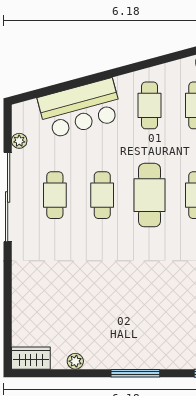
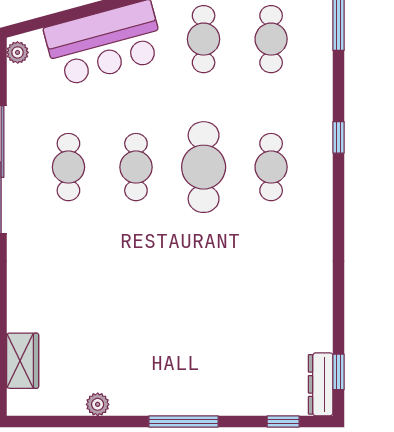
plant: (19, 141) -> (18, 52), moved
wardrobe: (31, 358) -> (23, 361), moved, turned 90

